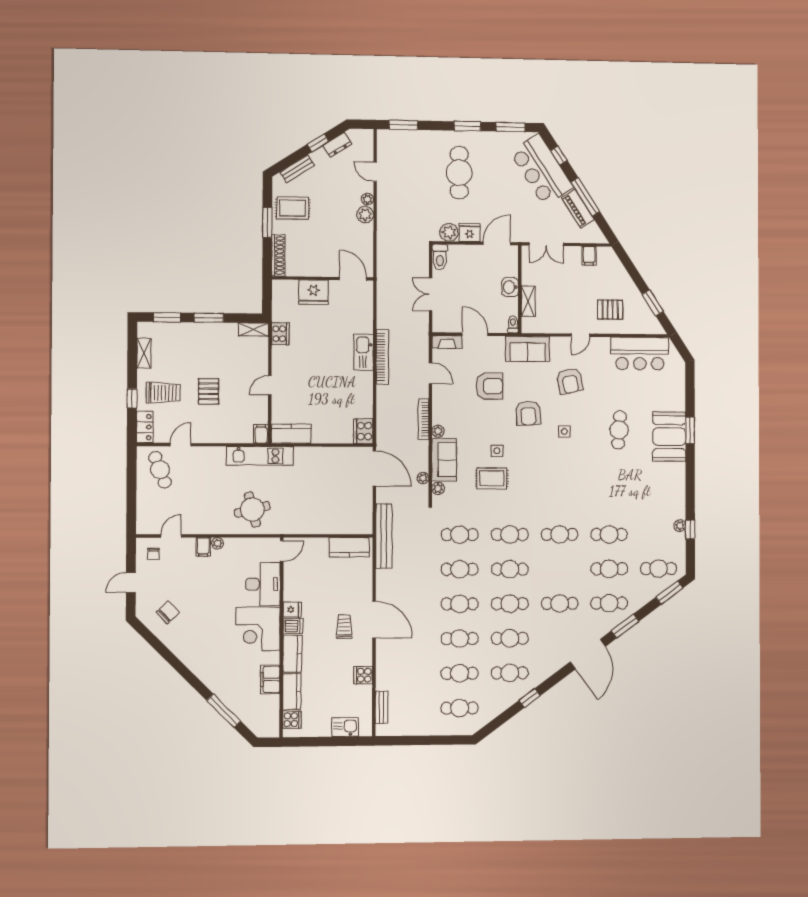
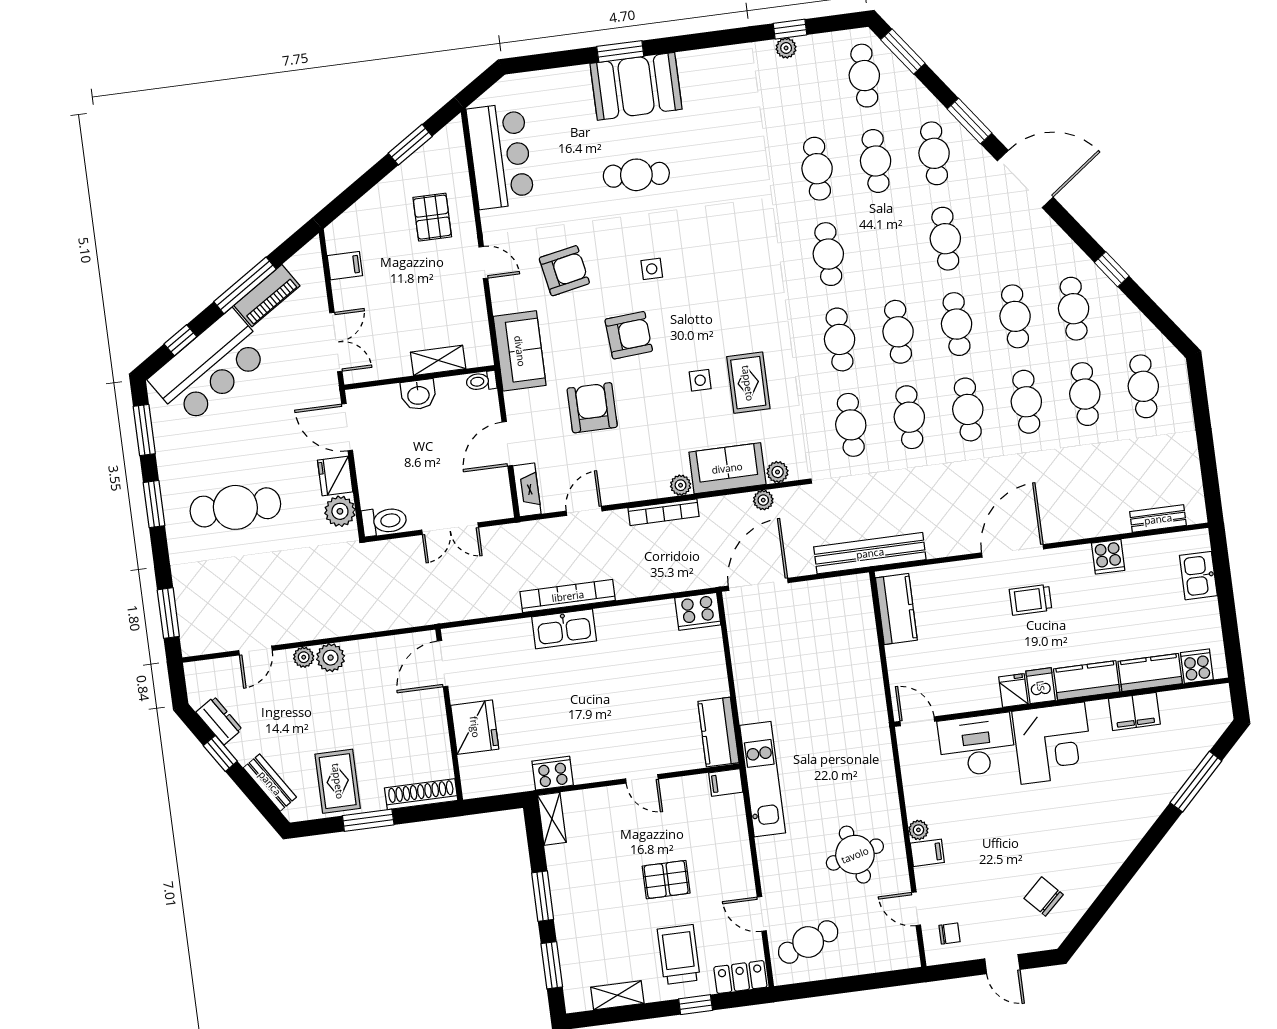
round table: (252, 509) -> (855, 855), moved

